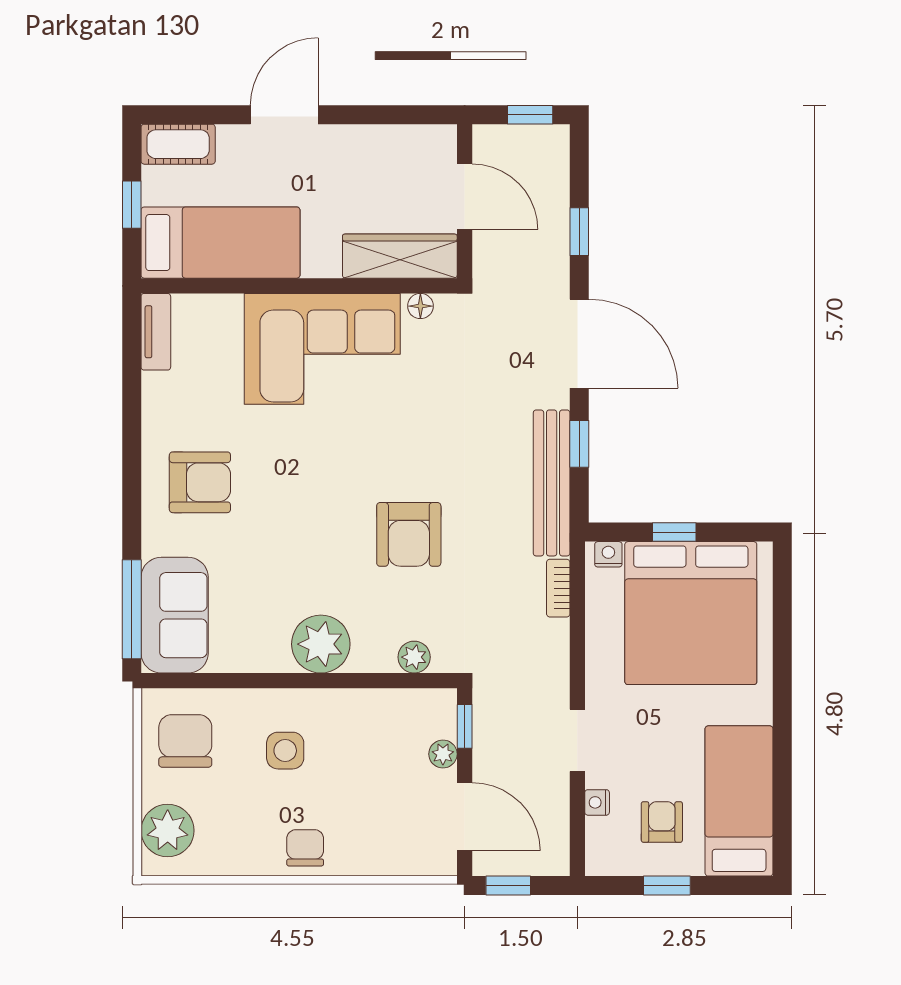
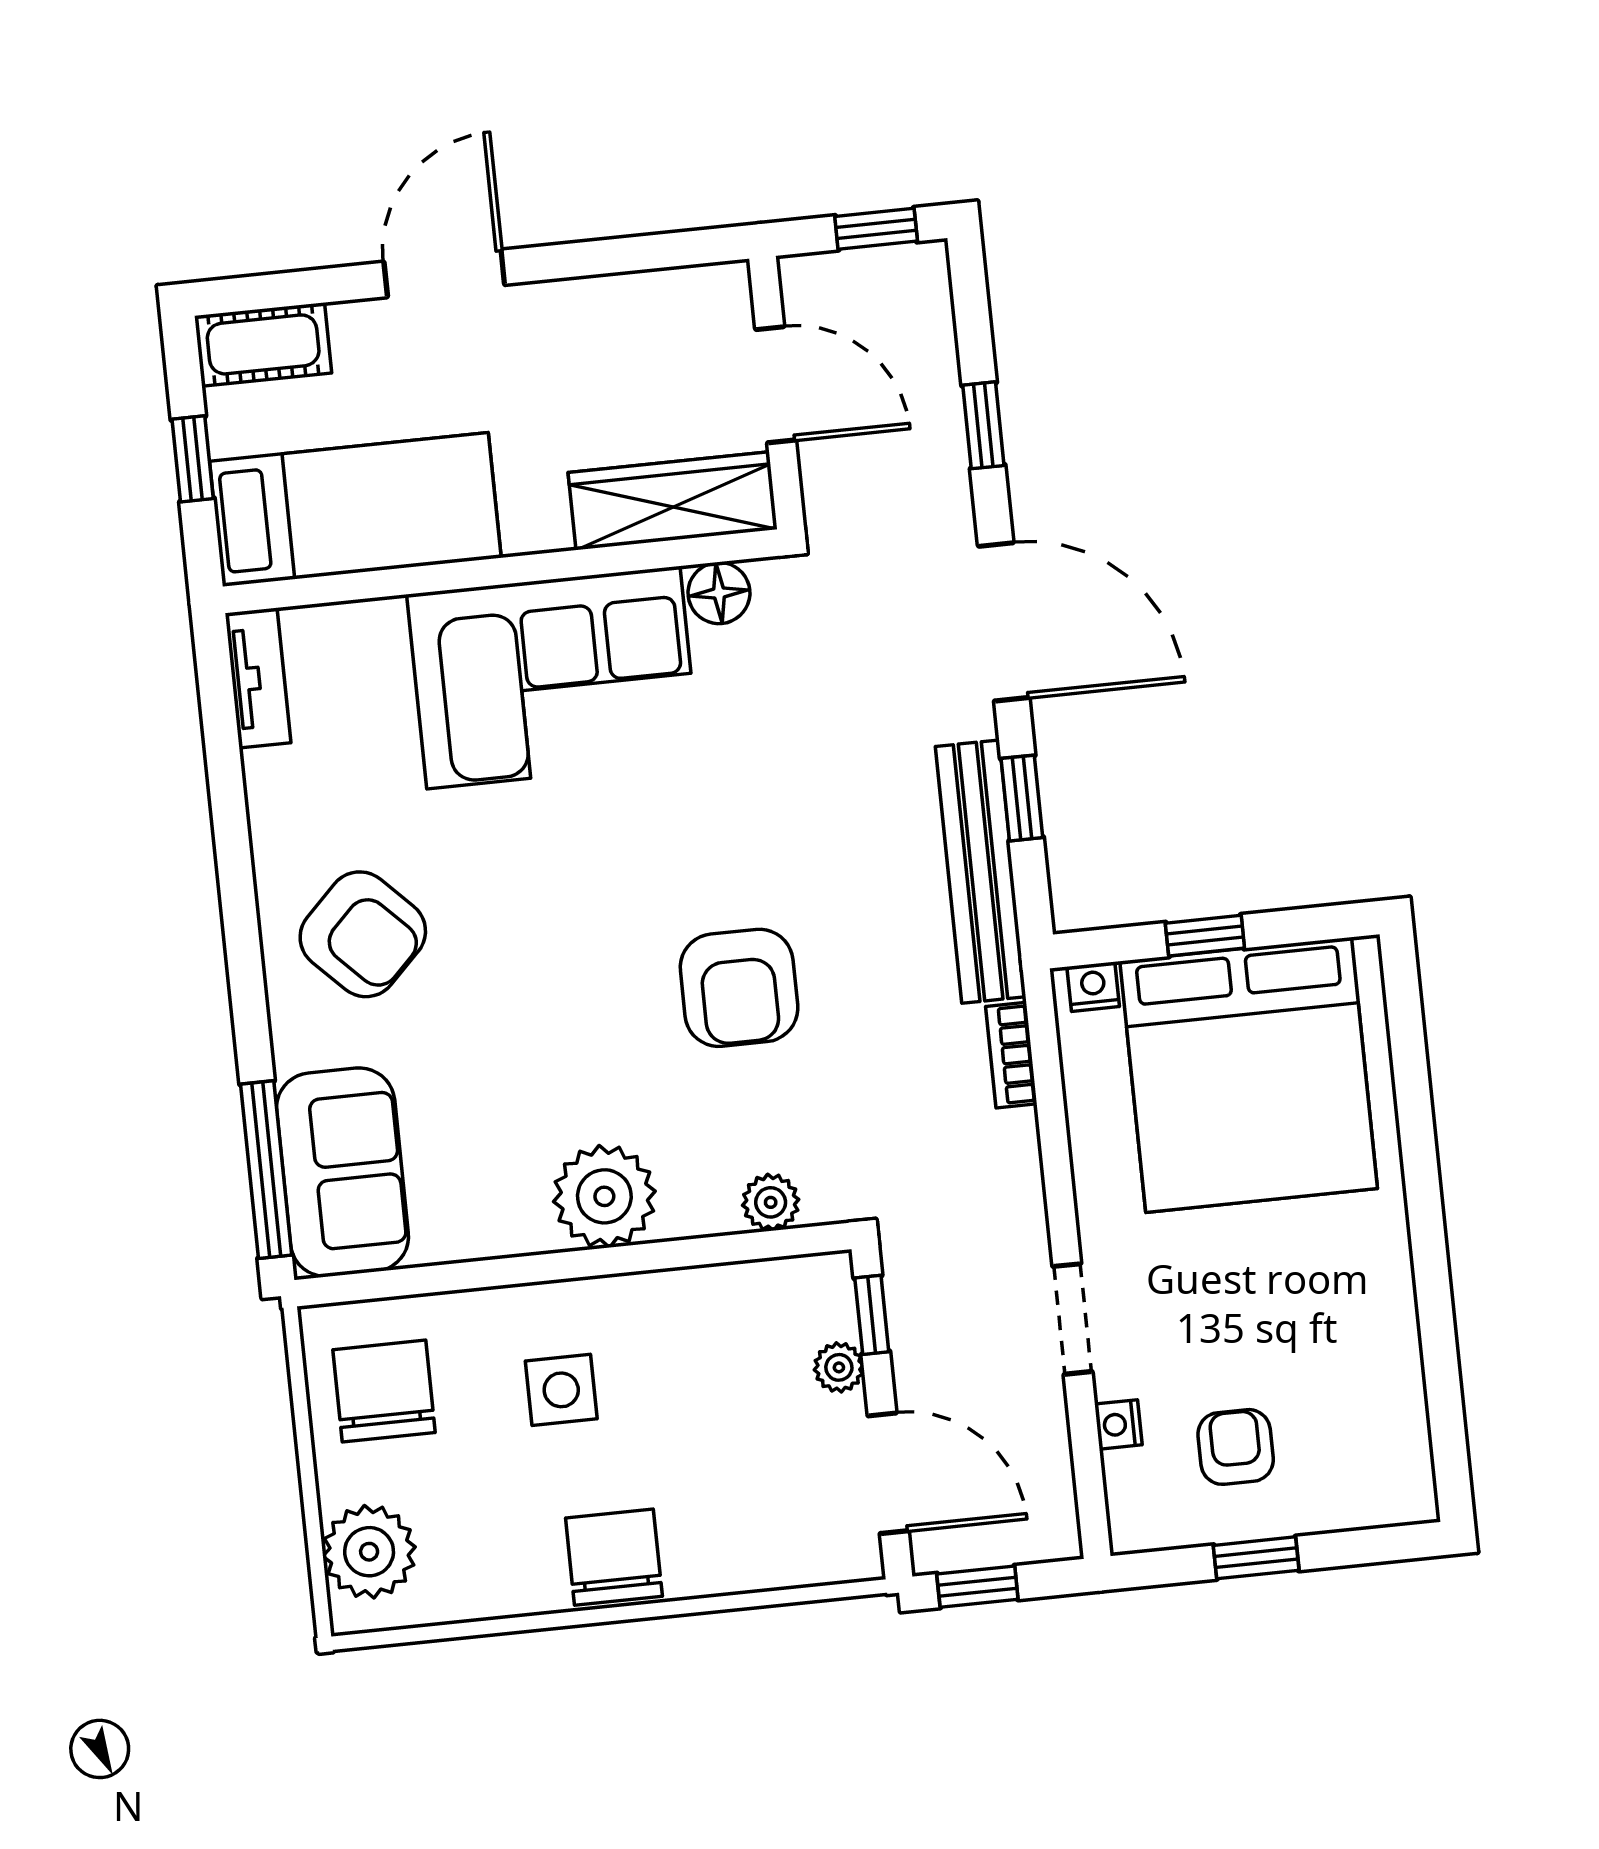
floor lamp: (420, 306) -> (719, 593), width x1.37, depth x1.37
armchair: (200, 482) -> (363, 934), turned 45
bed: (739, 801) -> (1367, 1396), removed
chair: (305, 848) -> (614, 1557), width x1.37, depth x1.37

